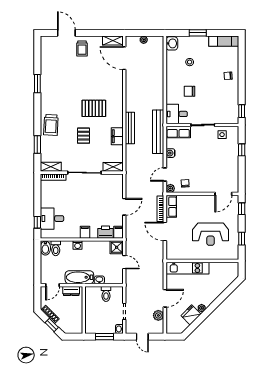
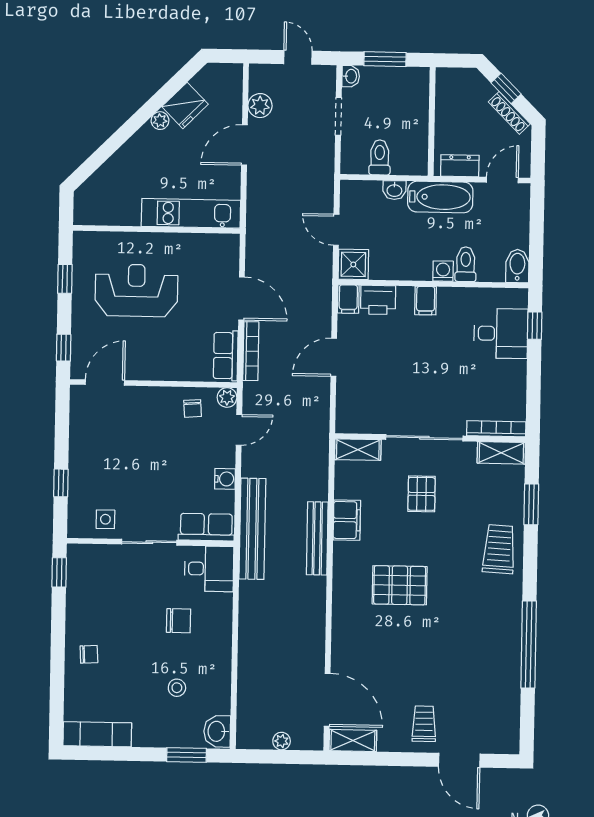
window: (198, 33) -> (187, 755), moved
window: (37, 84) -> (529, 645), width x2.11
pallet: (84, 136) -> (422, 494), moved
toilet: (56, 248) -> (466, 264), moved

